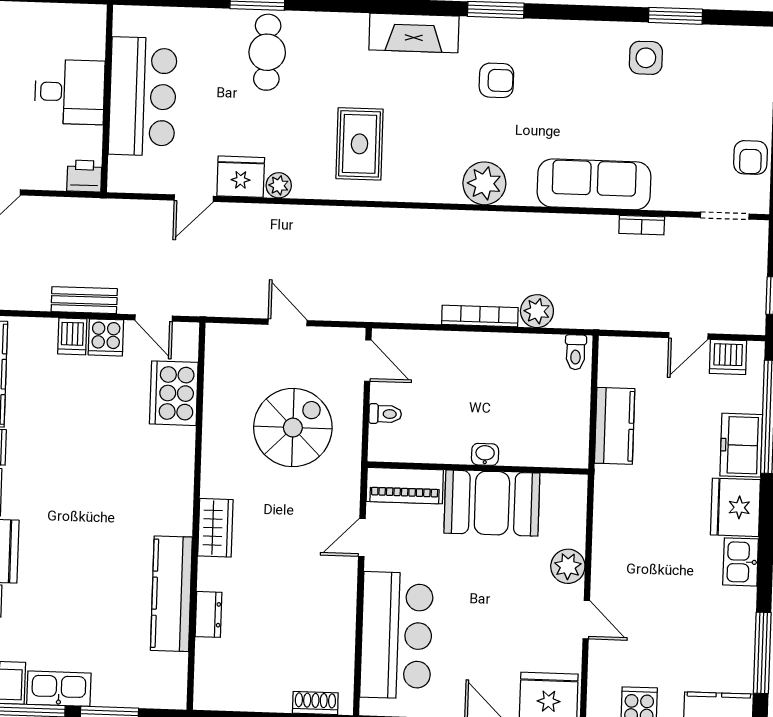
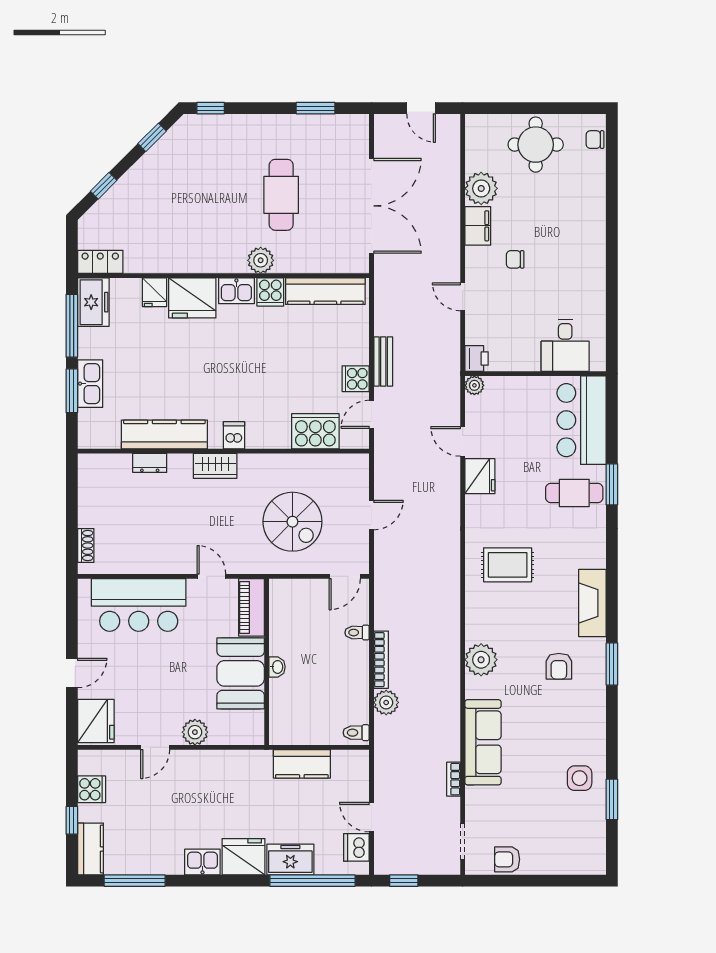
desk: (70, 92) -> (565, 345), moved
bar counter: (143, 96) -> (582, 420), moved, turned 90
plant: (279, 185) -> (474, 385), moved
dishwasher: (72, 336) -> (234, 435), moved, turned 90
toilet: (385, 414) -> (357, 633), moved, turned 90
kitchen sink: (59, 689) -> (90, 384), moved

